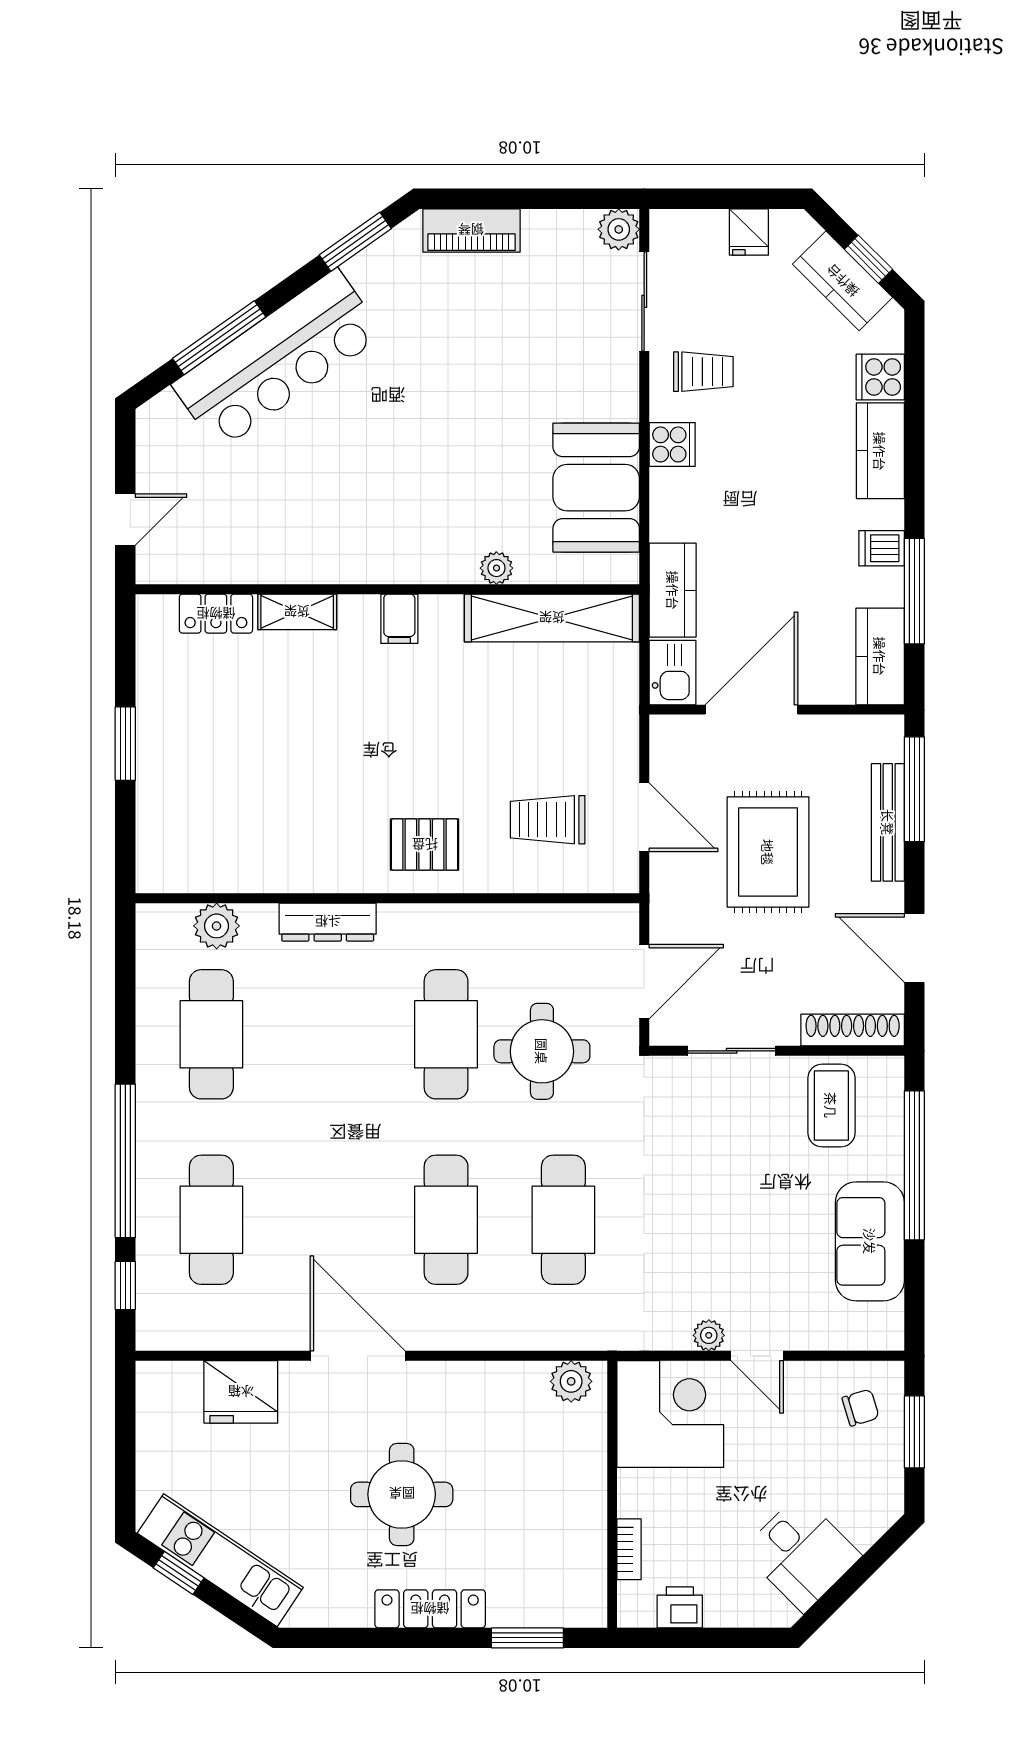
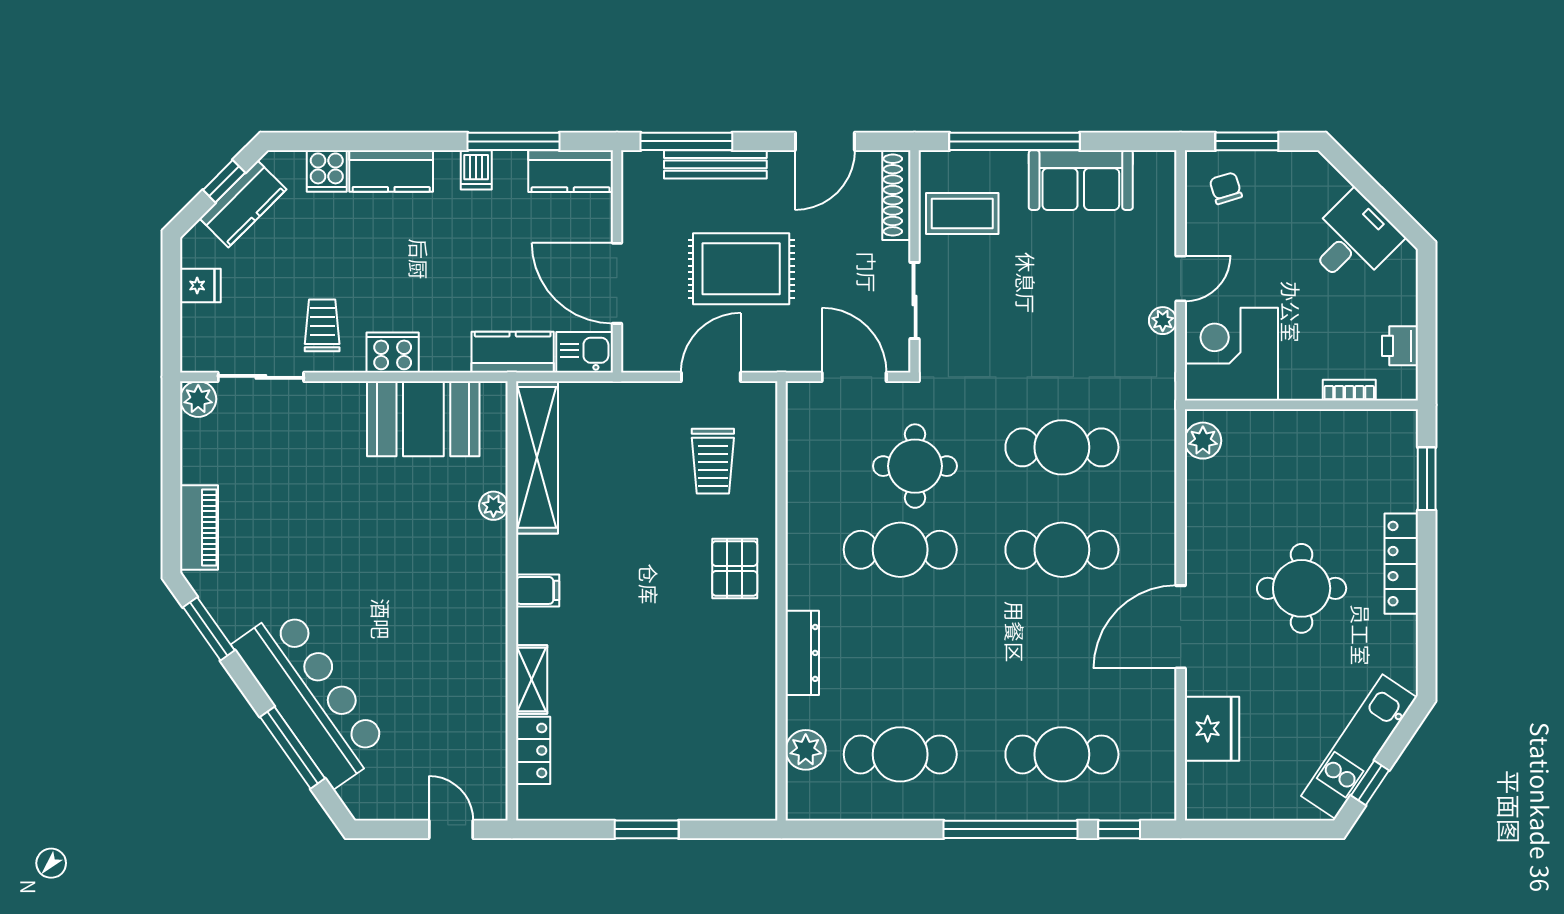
cooker: (672, 444) -> (393, 353), width x1.36

